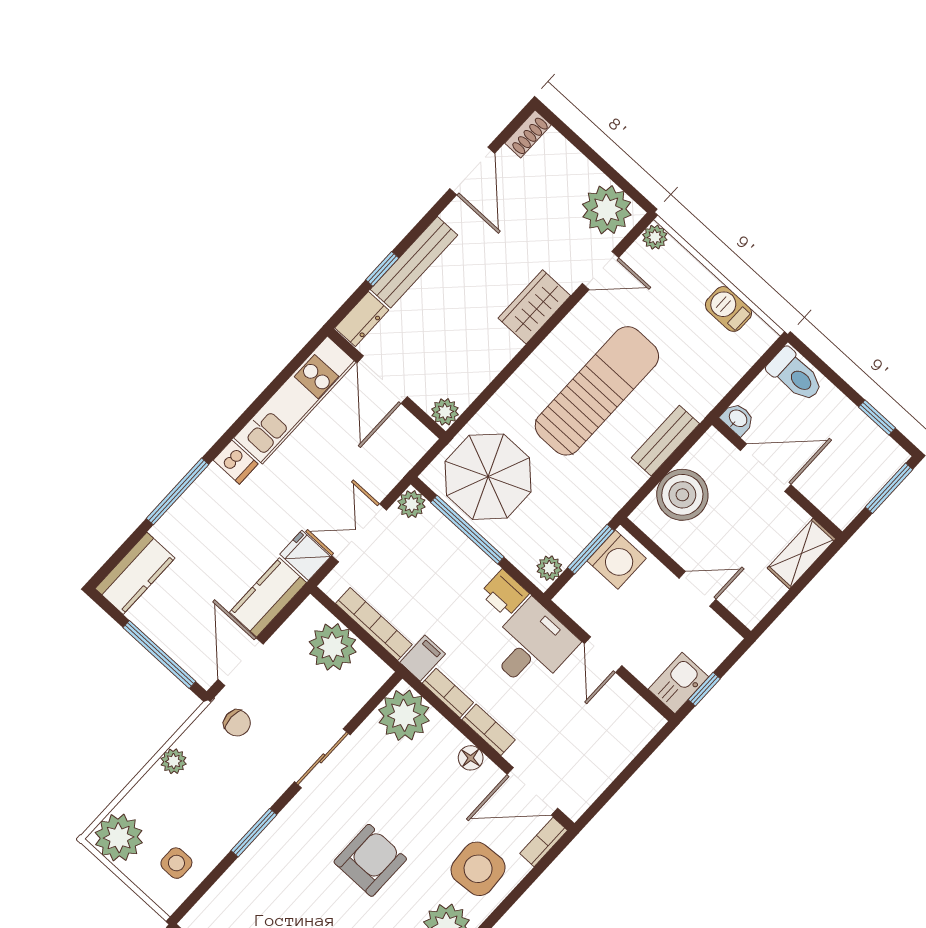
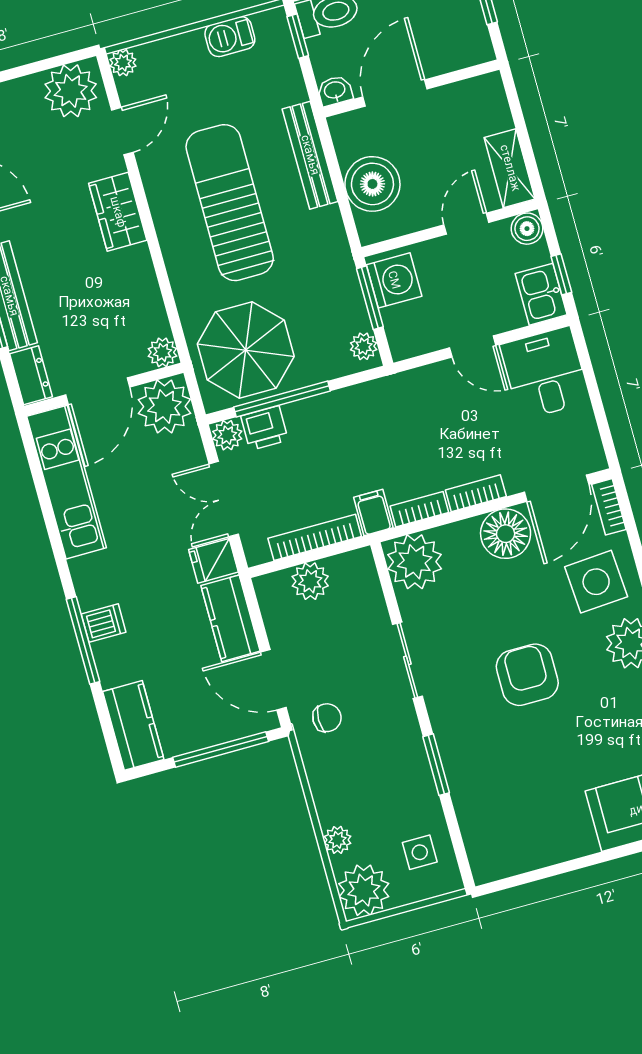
window: (763, 362) -> (298, 36), added
door: (382, 380) -> (98, 391), hinge flipped
plant: (403, 440) -> (164, 406), added
bench: (665, 441) -> (310, 155), width x1.36
dishwasher: (236, 462) -> (104, 623), moved
shelving: (801, 554) -> (510, 168), moved
printer: (504, 593) -> (264, 428), moved
boiler: (723, 639) -> (527, 229), added
desk: (532, 646) -> (545, 373), moved
plant: (333, 647) -> (310, 581), width x0.73, depth x0.73
floor lamp: (471, 758) -> (506, 534), width x1.89, depth x1.89
plant: (174, 761) -> (337, 840), moved

